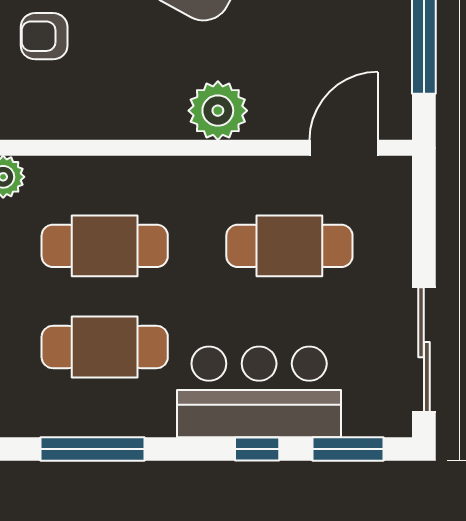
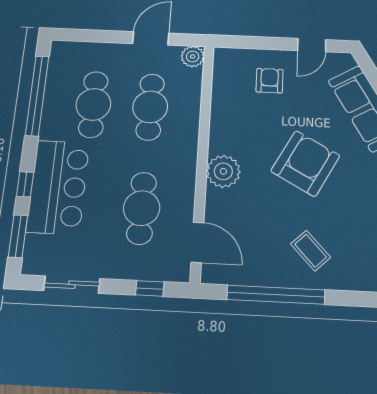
window: (424, 221) -> (150, 288), added
sliding door: (424, 350) -> (72, 285), width x0.73
window: (93, 449) -> (37, 96), width x1.46

